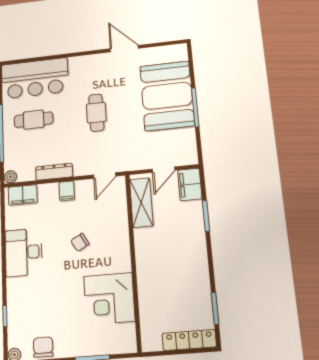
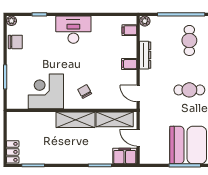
filing cabinet: (23, 195) -> (129, 30), width x0.50
chair: (80, 242) -> (85, 92), moved
desk: (24, 252) -> (73, 30), moved
shelving: (146, 255) -> (75, 120), added
locker: (189, 340) -> (13, 152), width x0.66

